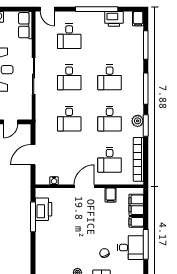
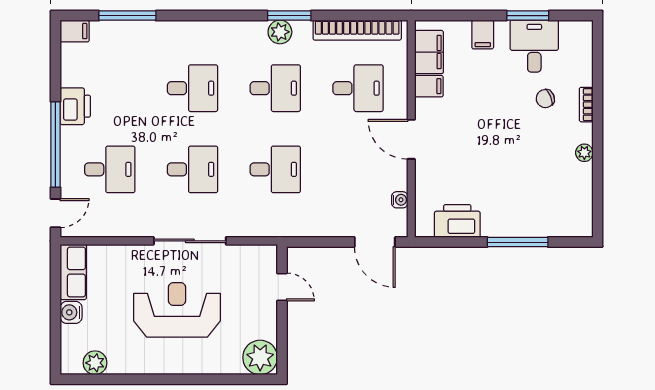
window: (97, 9) -> (55, 144), moved
printer: (114, 19) -> (75, 106), moved
row of seats: (25, 25) -> (73, 272), moved, turned -90
window: (146, 89) -> (215, 16), removed
door: (33, 155) -> (375, 242), moved
filing cabinet: (136, 205) -> (429, 52), moved, turned -90
window: (33, 217) -> (518, 242), moved
window: (146, 244) -> (528, 16), width x0.69

